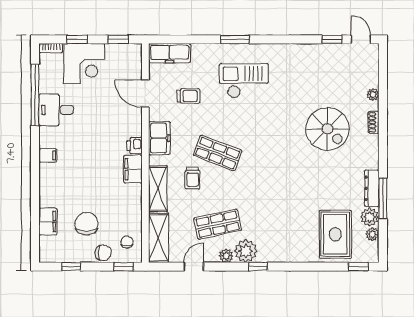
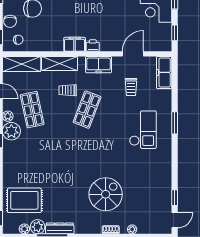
spiral stairs: (327, 129) -> (106, 194), turned 180

